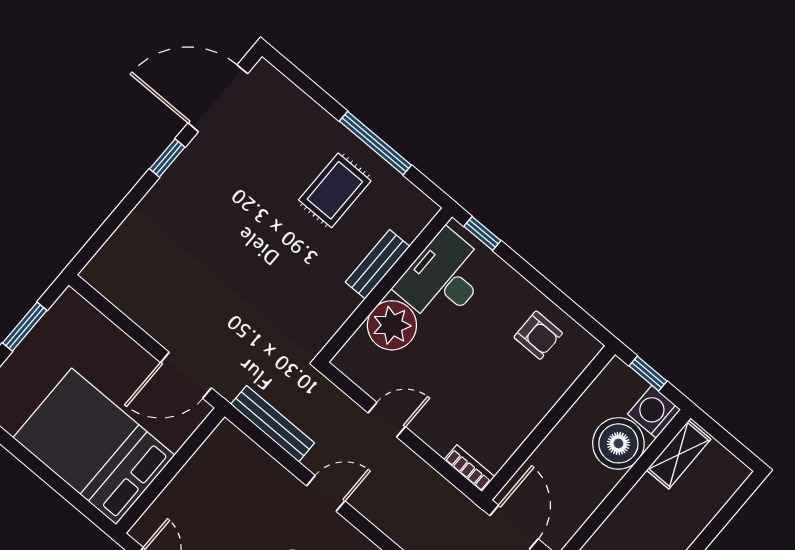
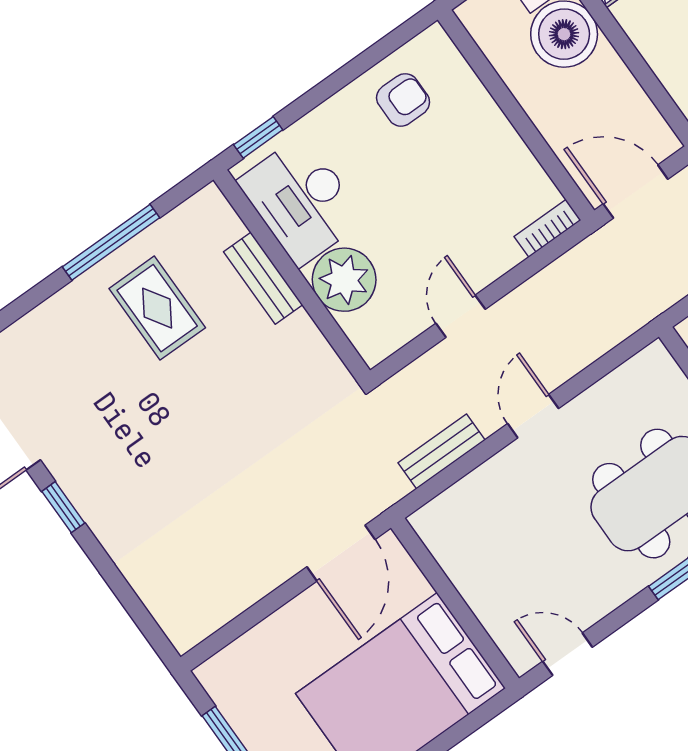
bench: (273, 424) -> (442, 451), width x0.73

